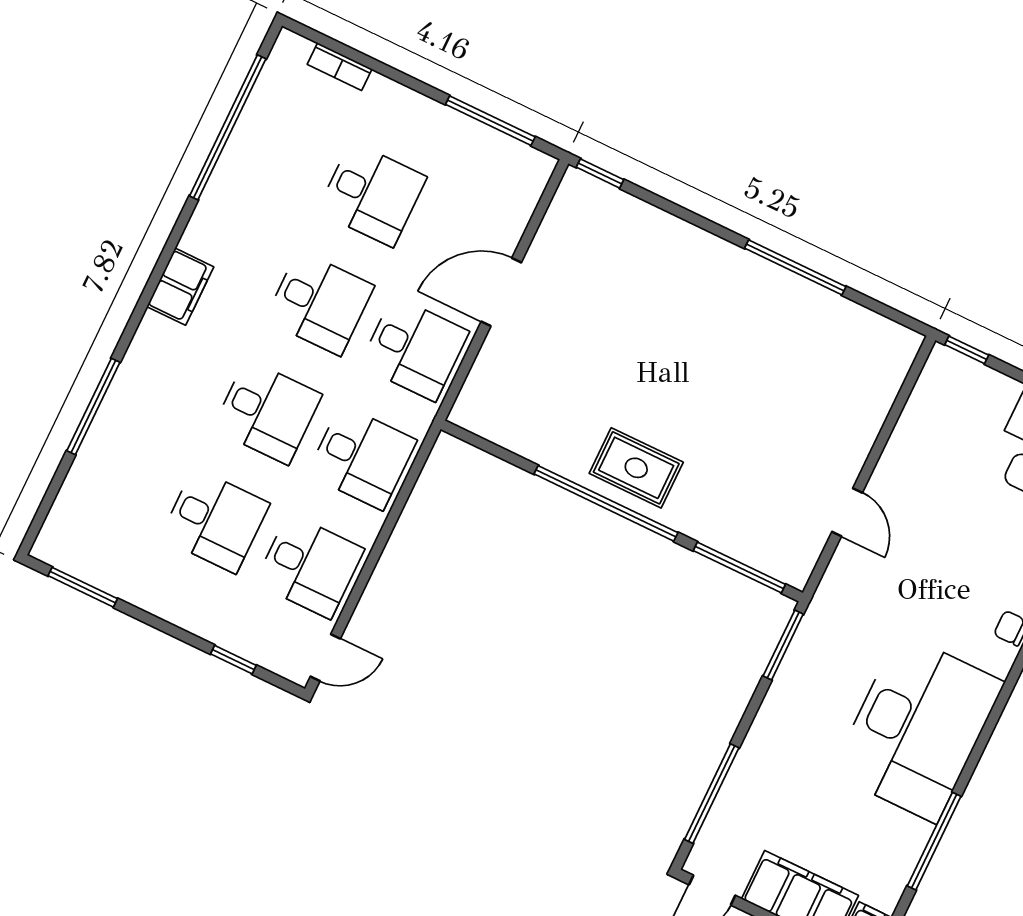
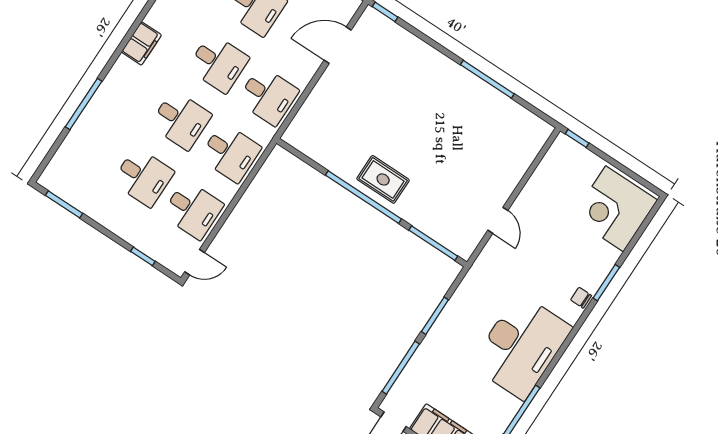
door: (501, 292) -> (338, 45), moved
window: (783, 645) -> (435, 316), moved

